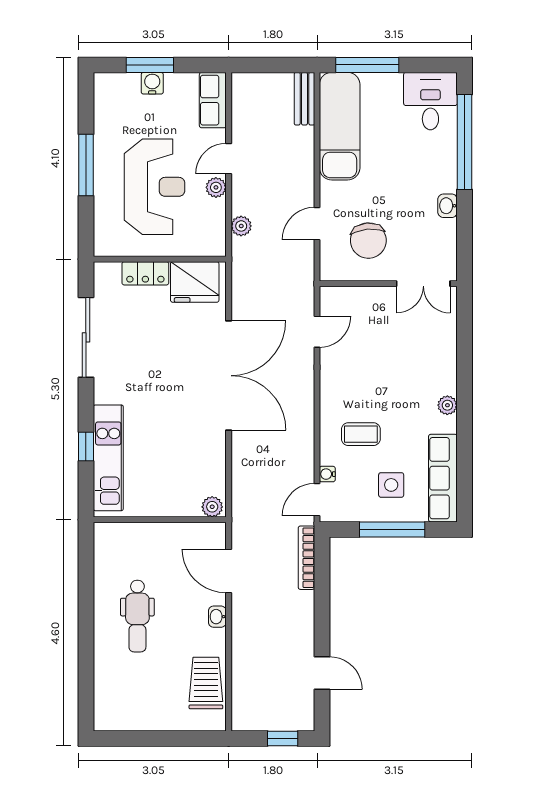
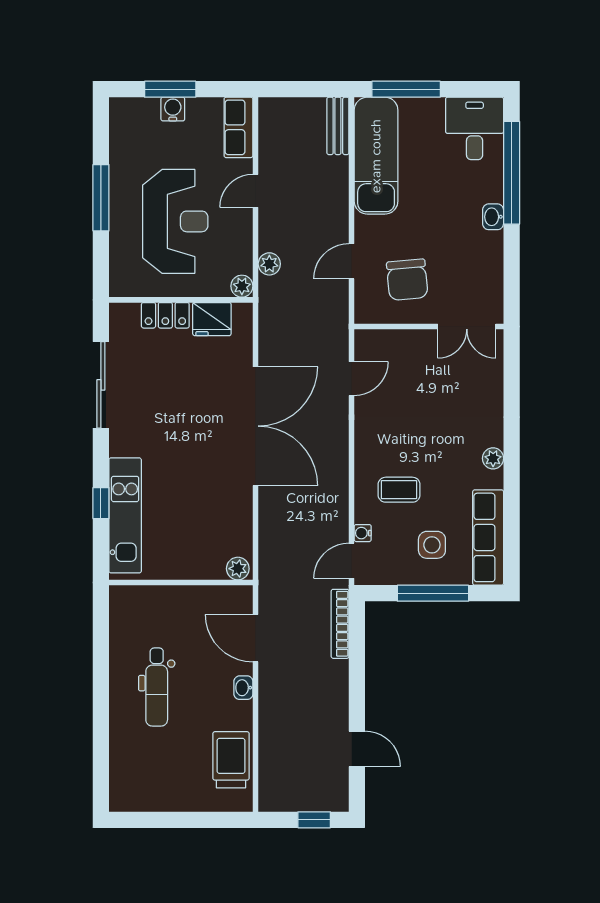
plant: (216, 187) -> (242, 286), moved
washbasin: (448, 206) -> (493, 217), moved
fridge: (195, 282) -> (212, 319), width x0.73, depth x0.75

